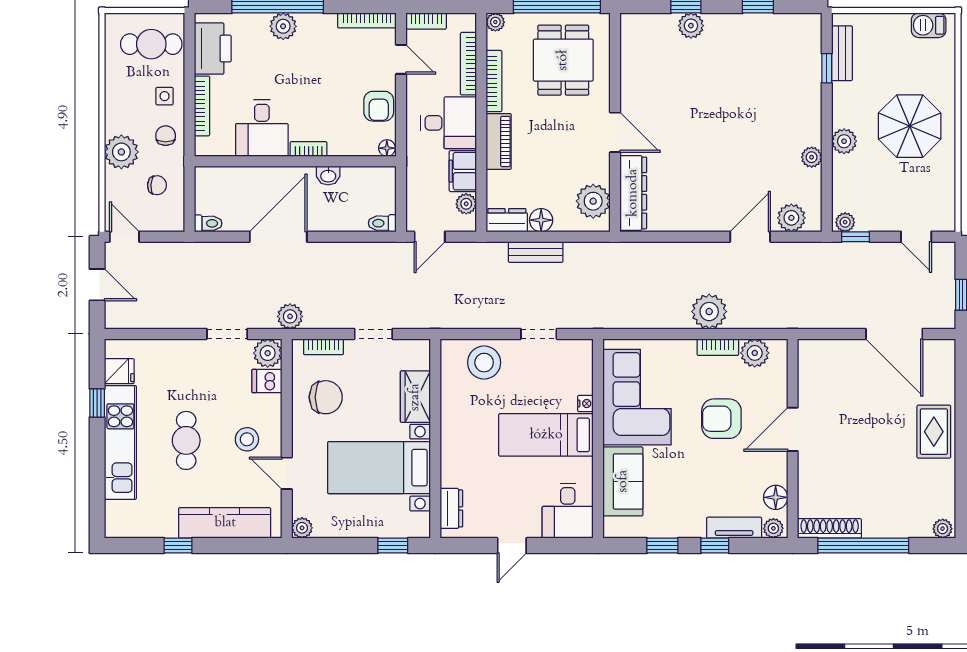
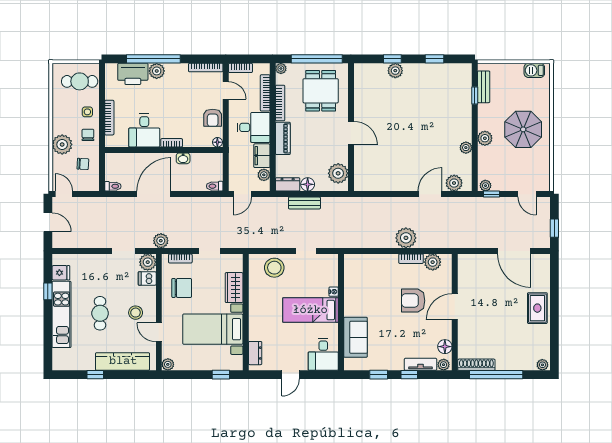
printer: (213, 49) -> (133, 74), moved, turned 90
dresser: (633, 193) -> (362, 168), removed
corner sofa: (637, 397) -> (364, 288), removed

